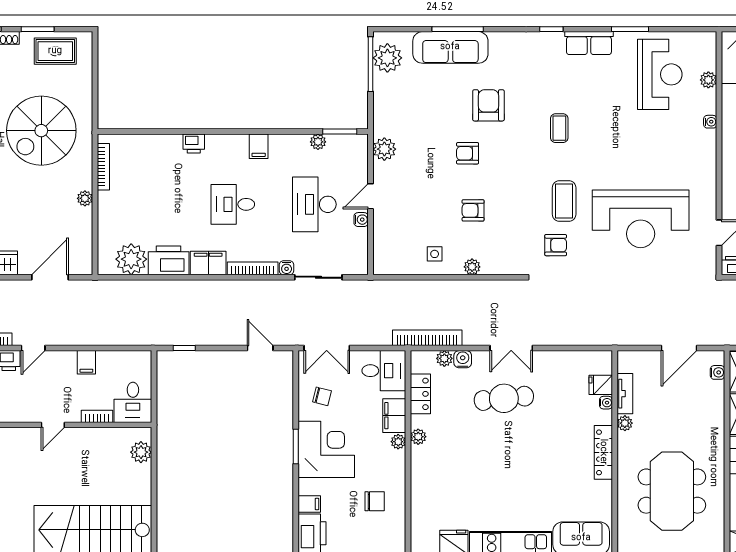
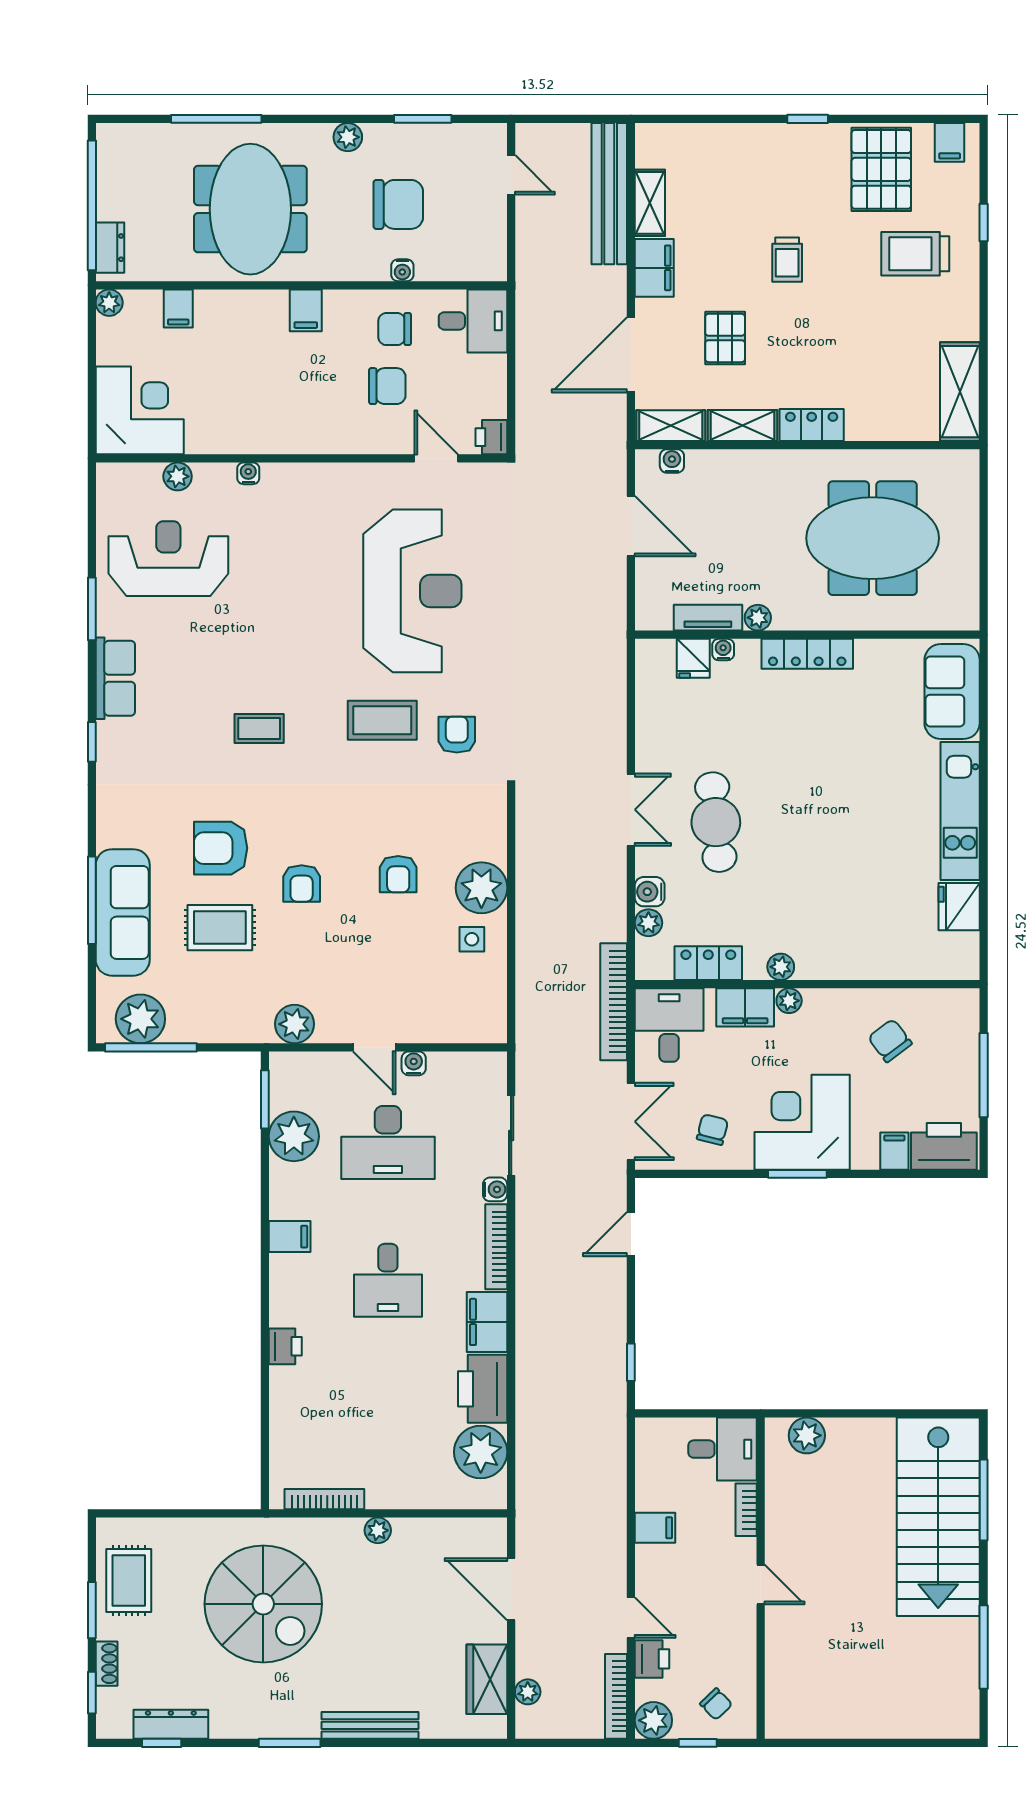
rug: (441, 105) -> (220, 928), added
plant: (318, 142) -> (294, 1136), width x1.87, depth x1.87
plant: (472, 267) -> (481, 888), width x1.87, depth x1.87
bookcase: (427, 338) -> (614, 1002), moved
chair: (375, 501) -> (890, 1041), turned -37

